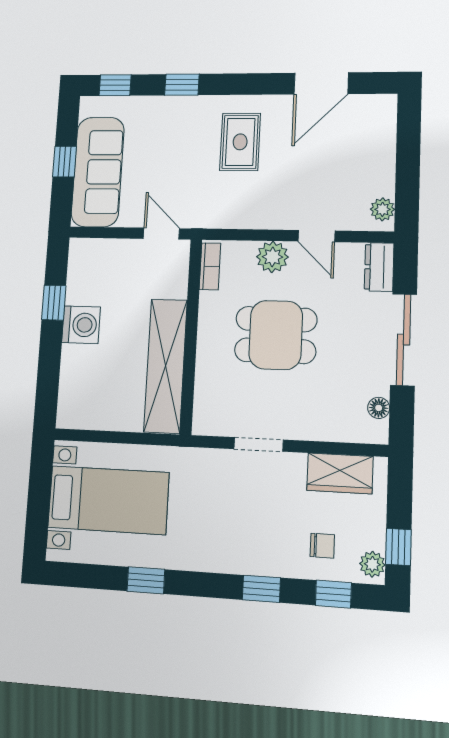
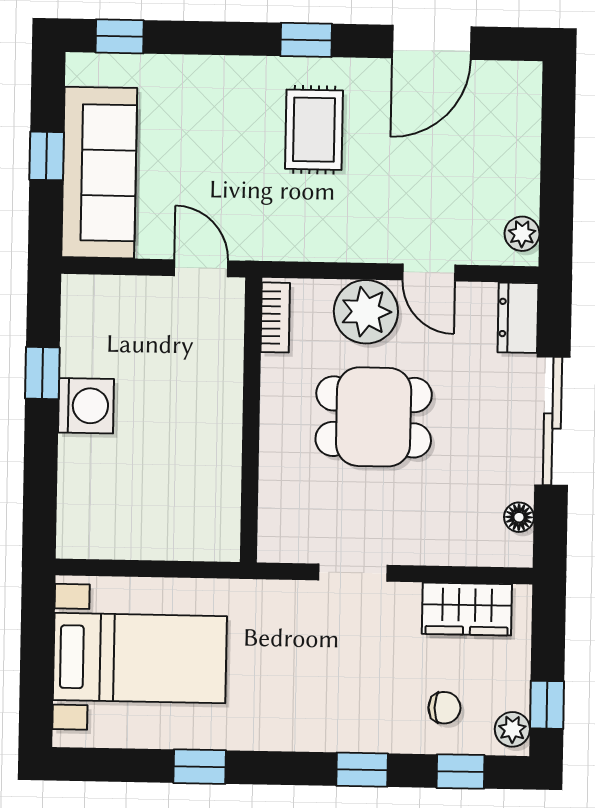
window: (182, 85) -> (306, 40), moved
plant: (272, 257) -> (366, 312), width x1.36, depth x1.36
shelving: (166, 366) -> (215, 464), removed

